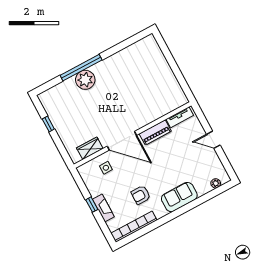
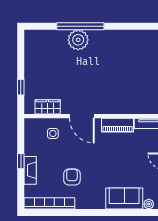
window: (48, 124) -> (21, 87), moved
door: (122, 141) -> (82, 116), width x0.73
armchair: (141, 195) -> (72, 177), turned 90
sofa: (179, 197) -> (124, 199), moved

